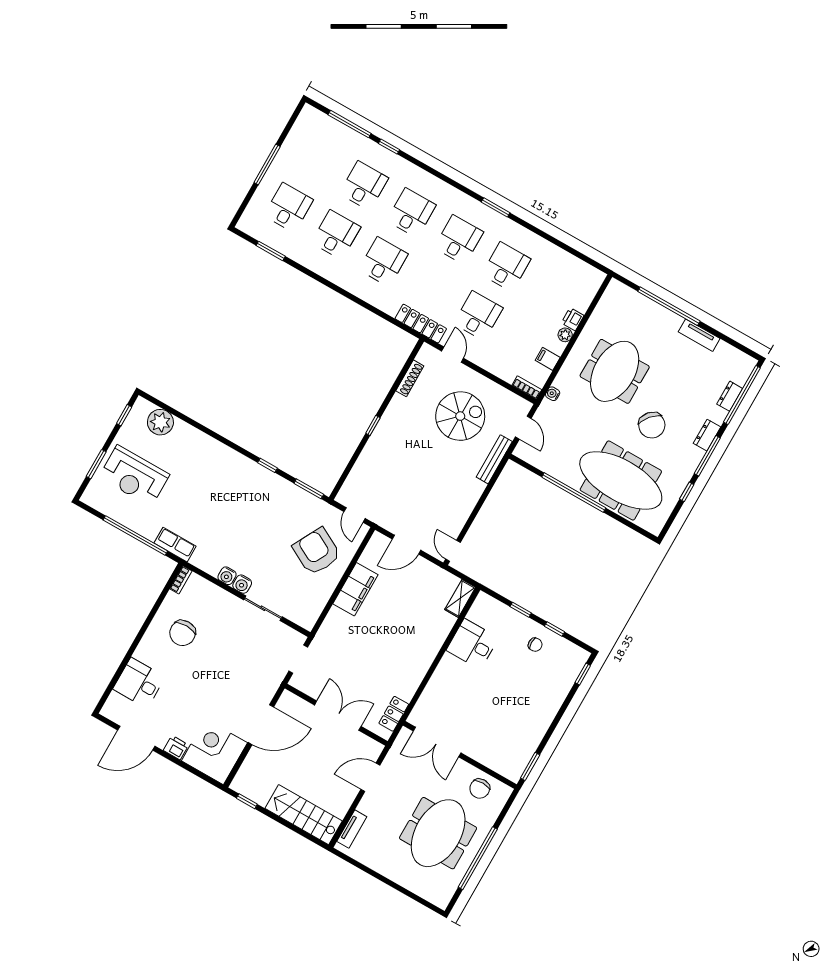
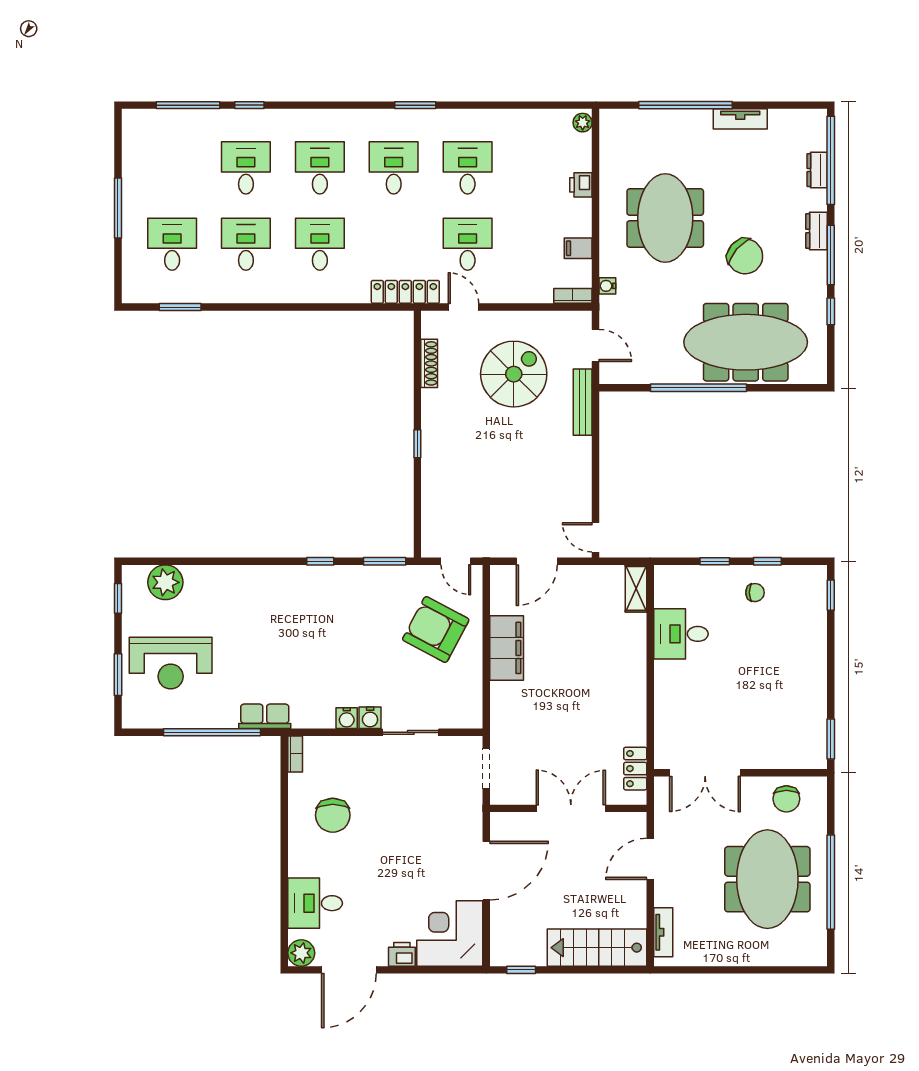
plant: (565, 335) -> (583, 123), moved
plant: (112, 710) -> (301, 953), added

